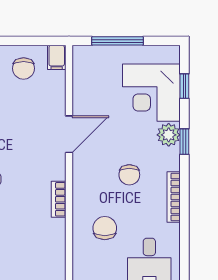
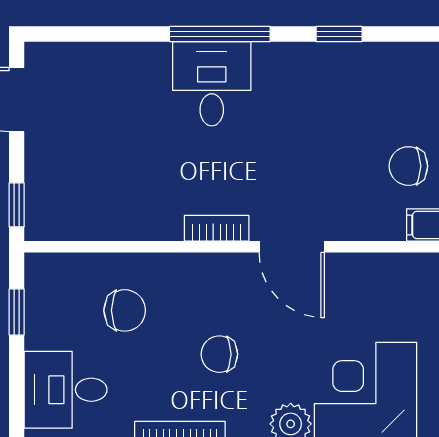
bookcase: (59, 199) -> (217, 228), moved

